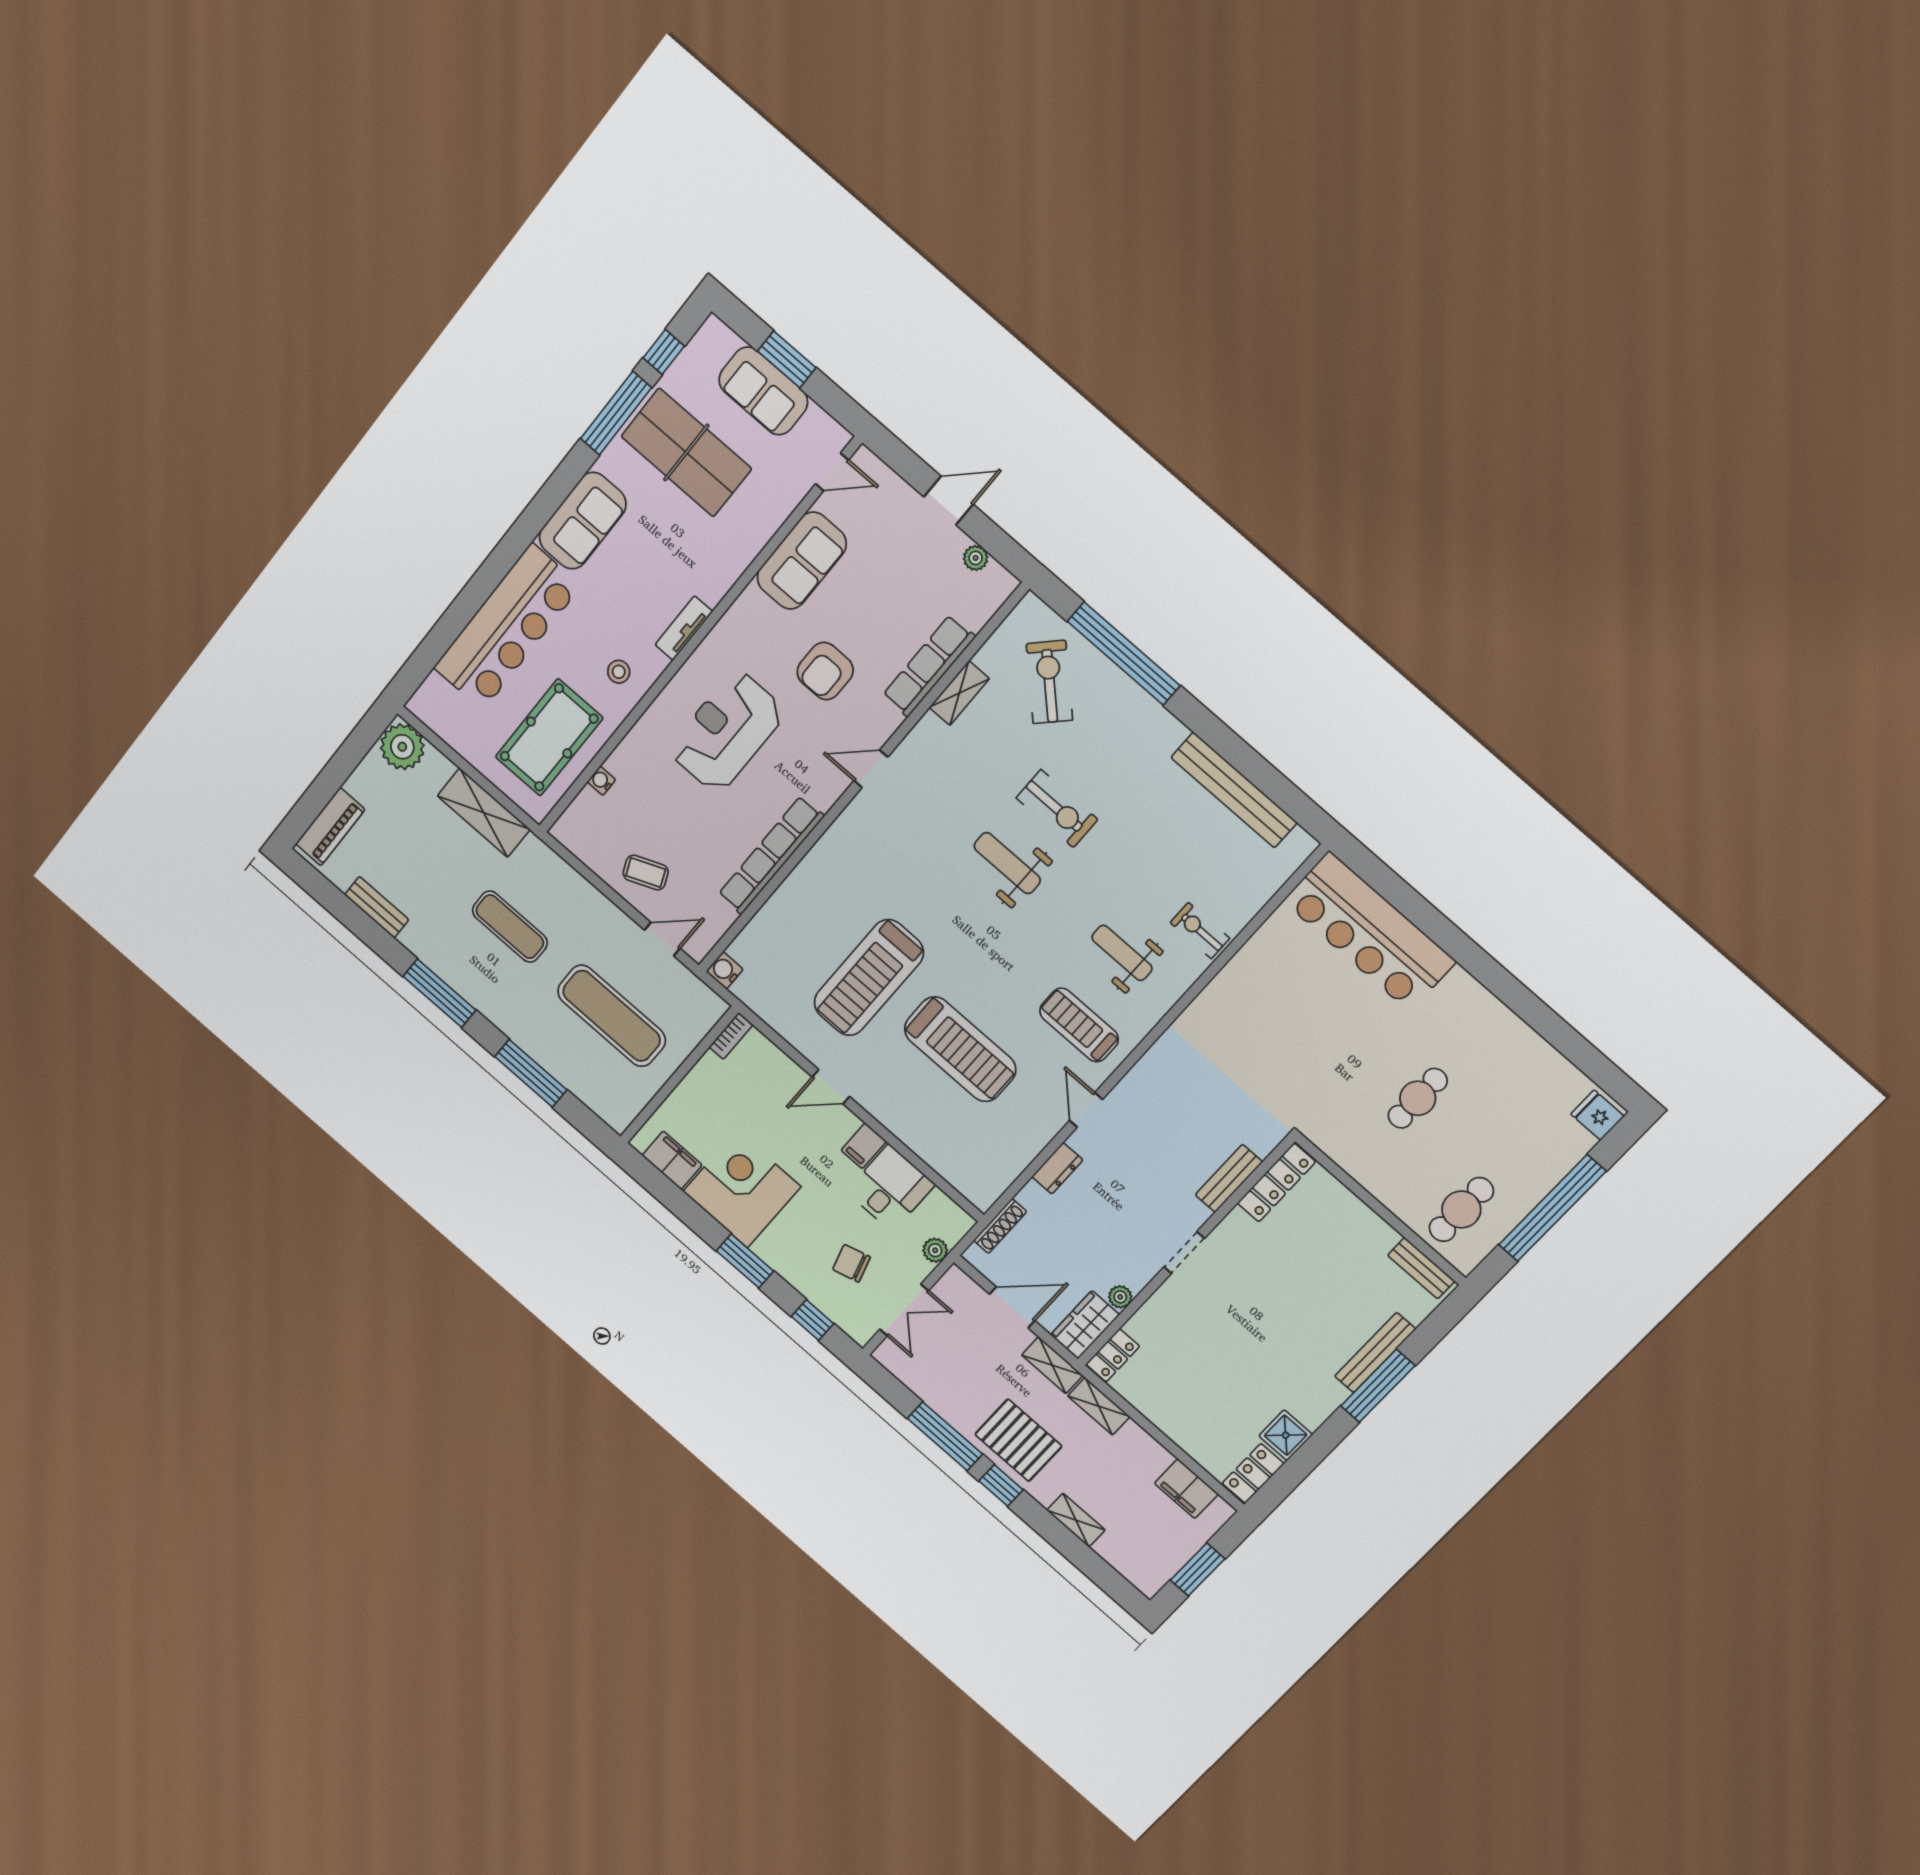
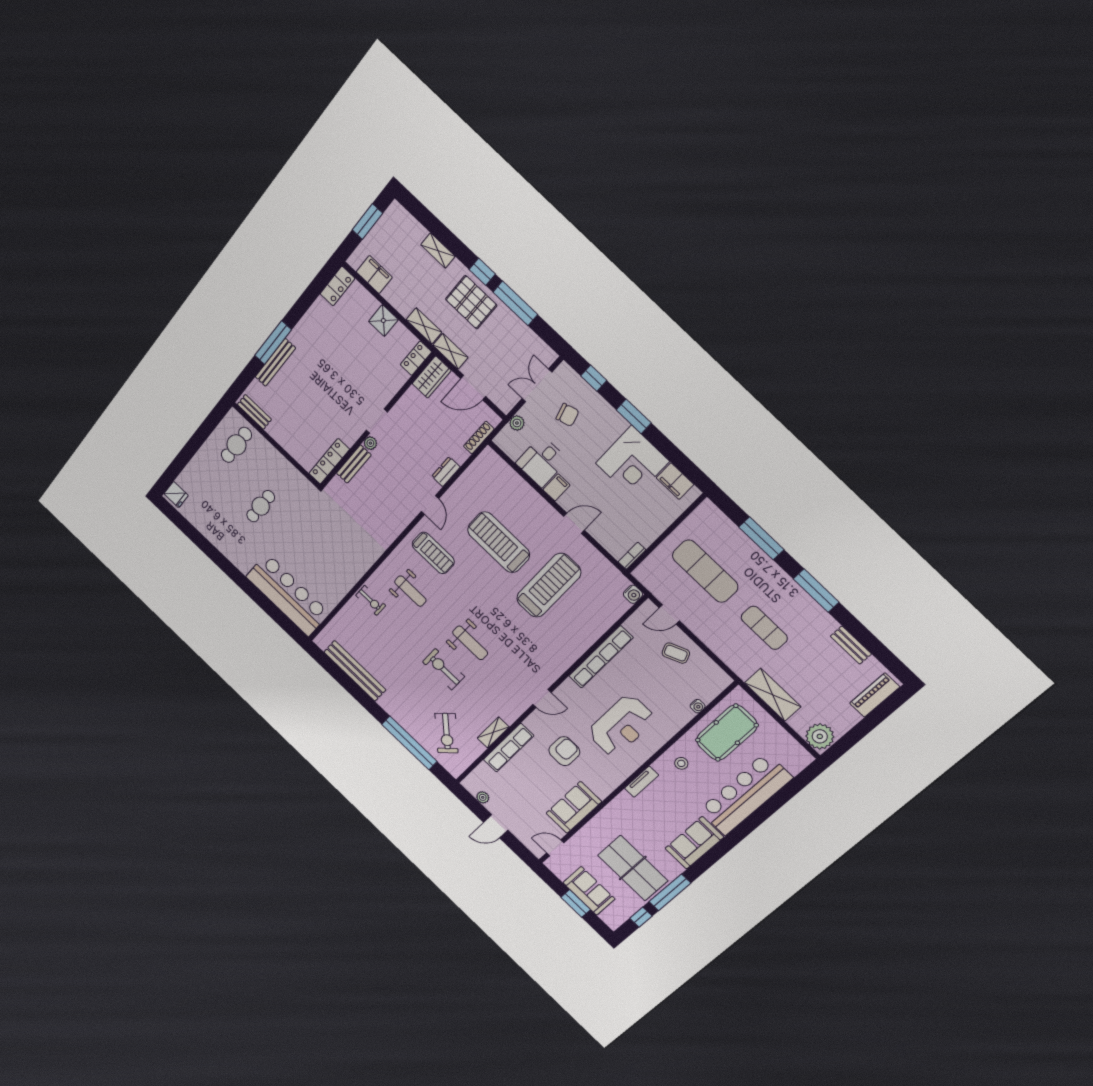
window: (1552, 1208) -> (193, 445), removed
plant: (1120, 1297) -> (370, 443), moved
shower: (1286, 1435) -> (383, 321), moved

